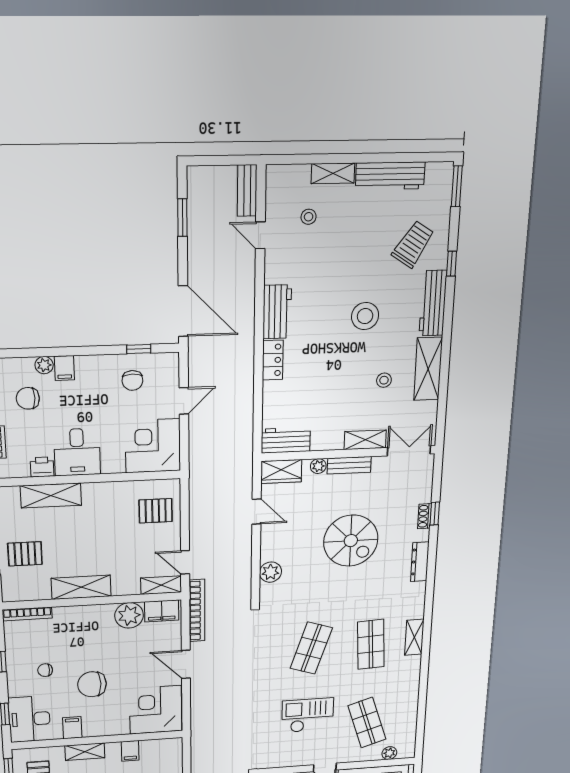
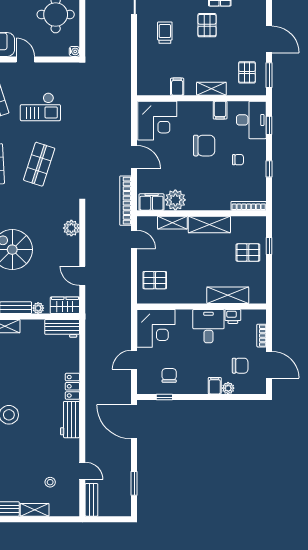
shelving: (161, 585) -> (172, 223), moved

